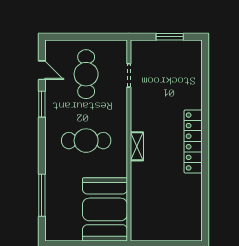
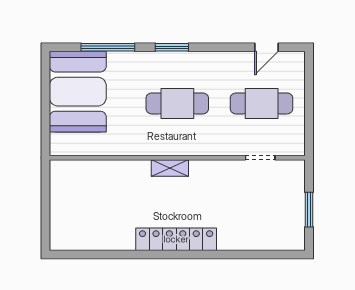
window: (42, 104) -> (172, 47), moved
cafe table: (86, 141) -> (177, 103), turned 90
booth: (105, 209) -> (78, 92), moved, turned 90

